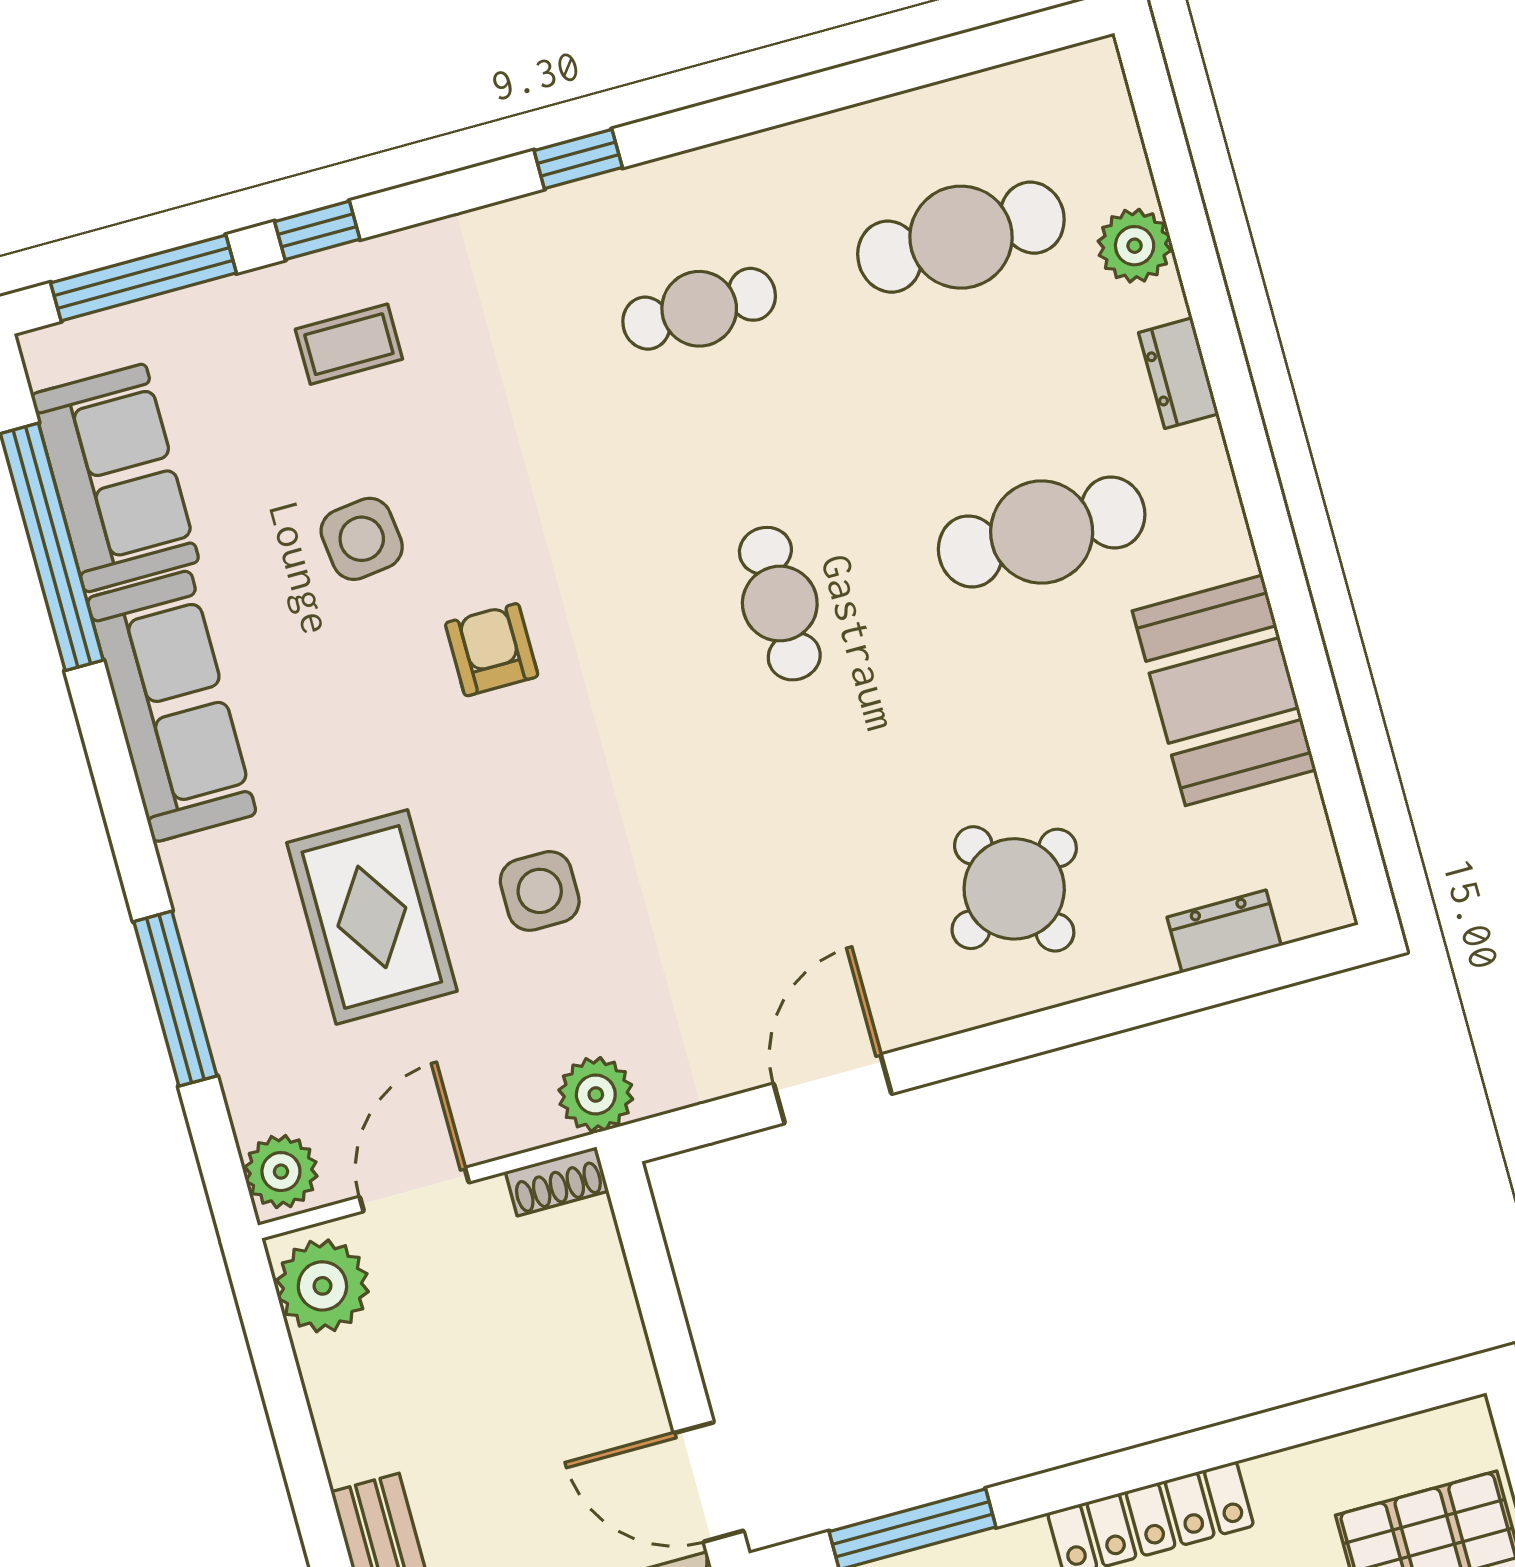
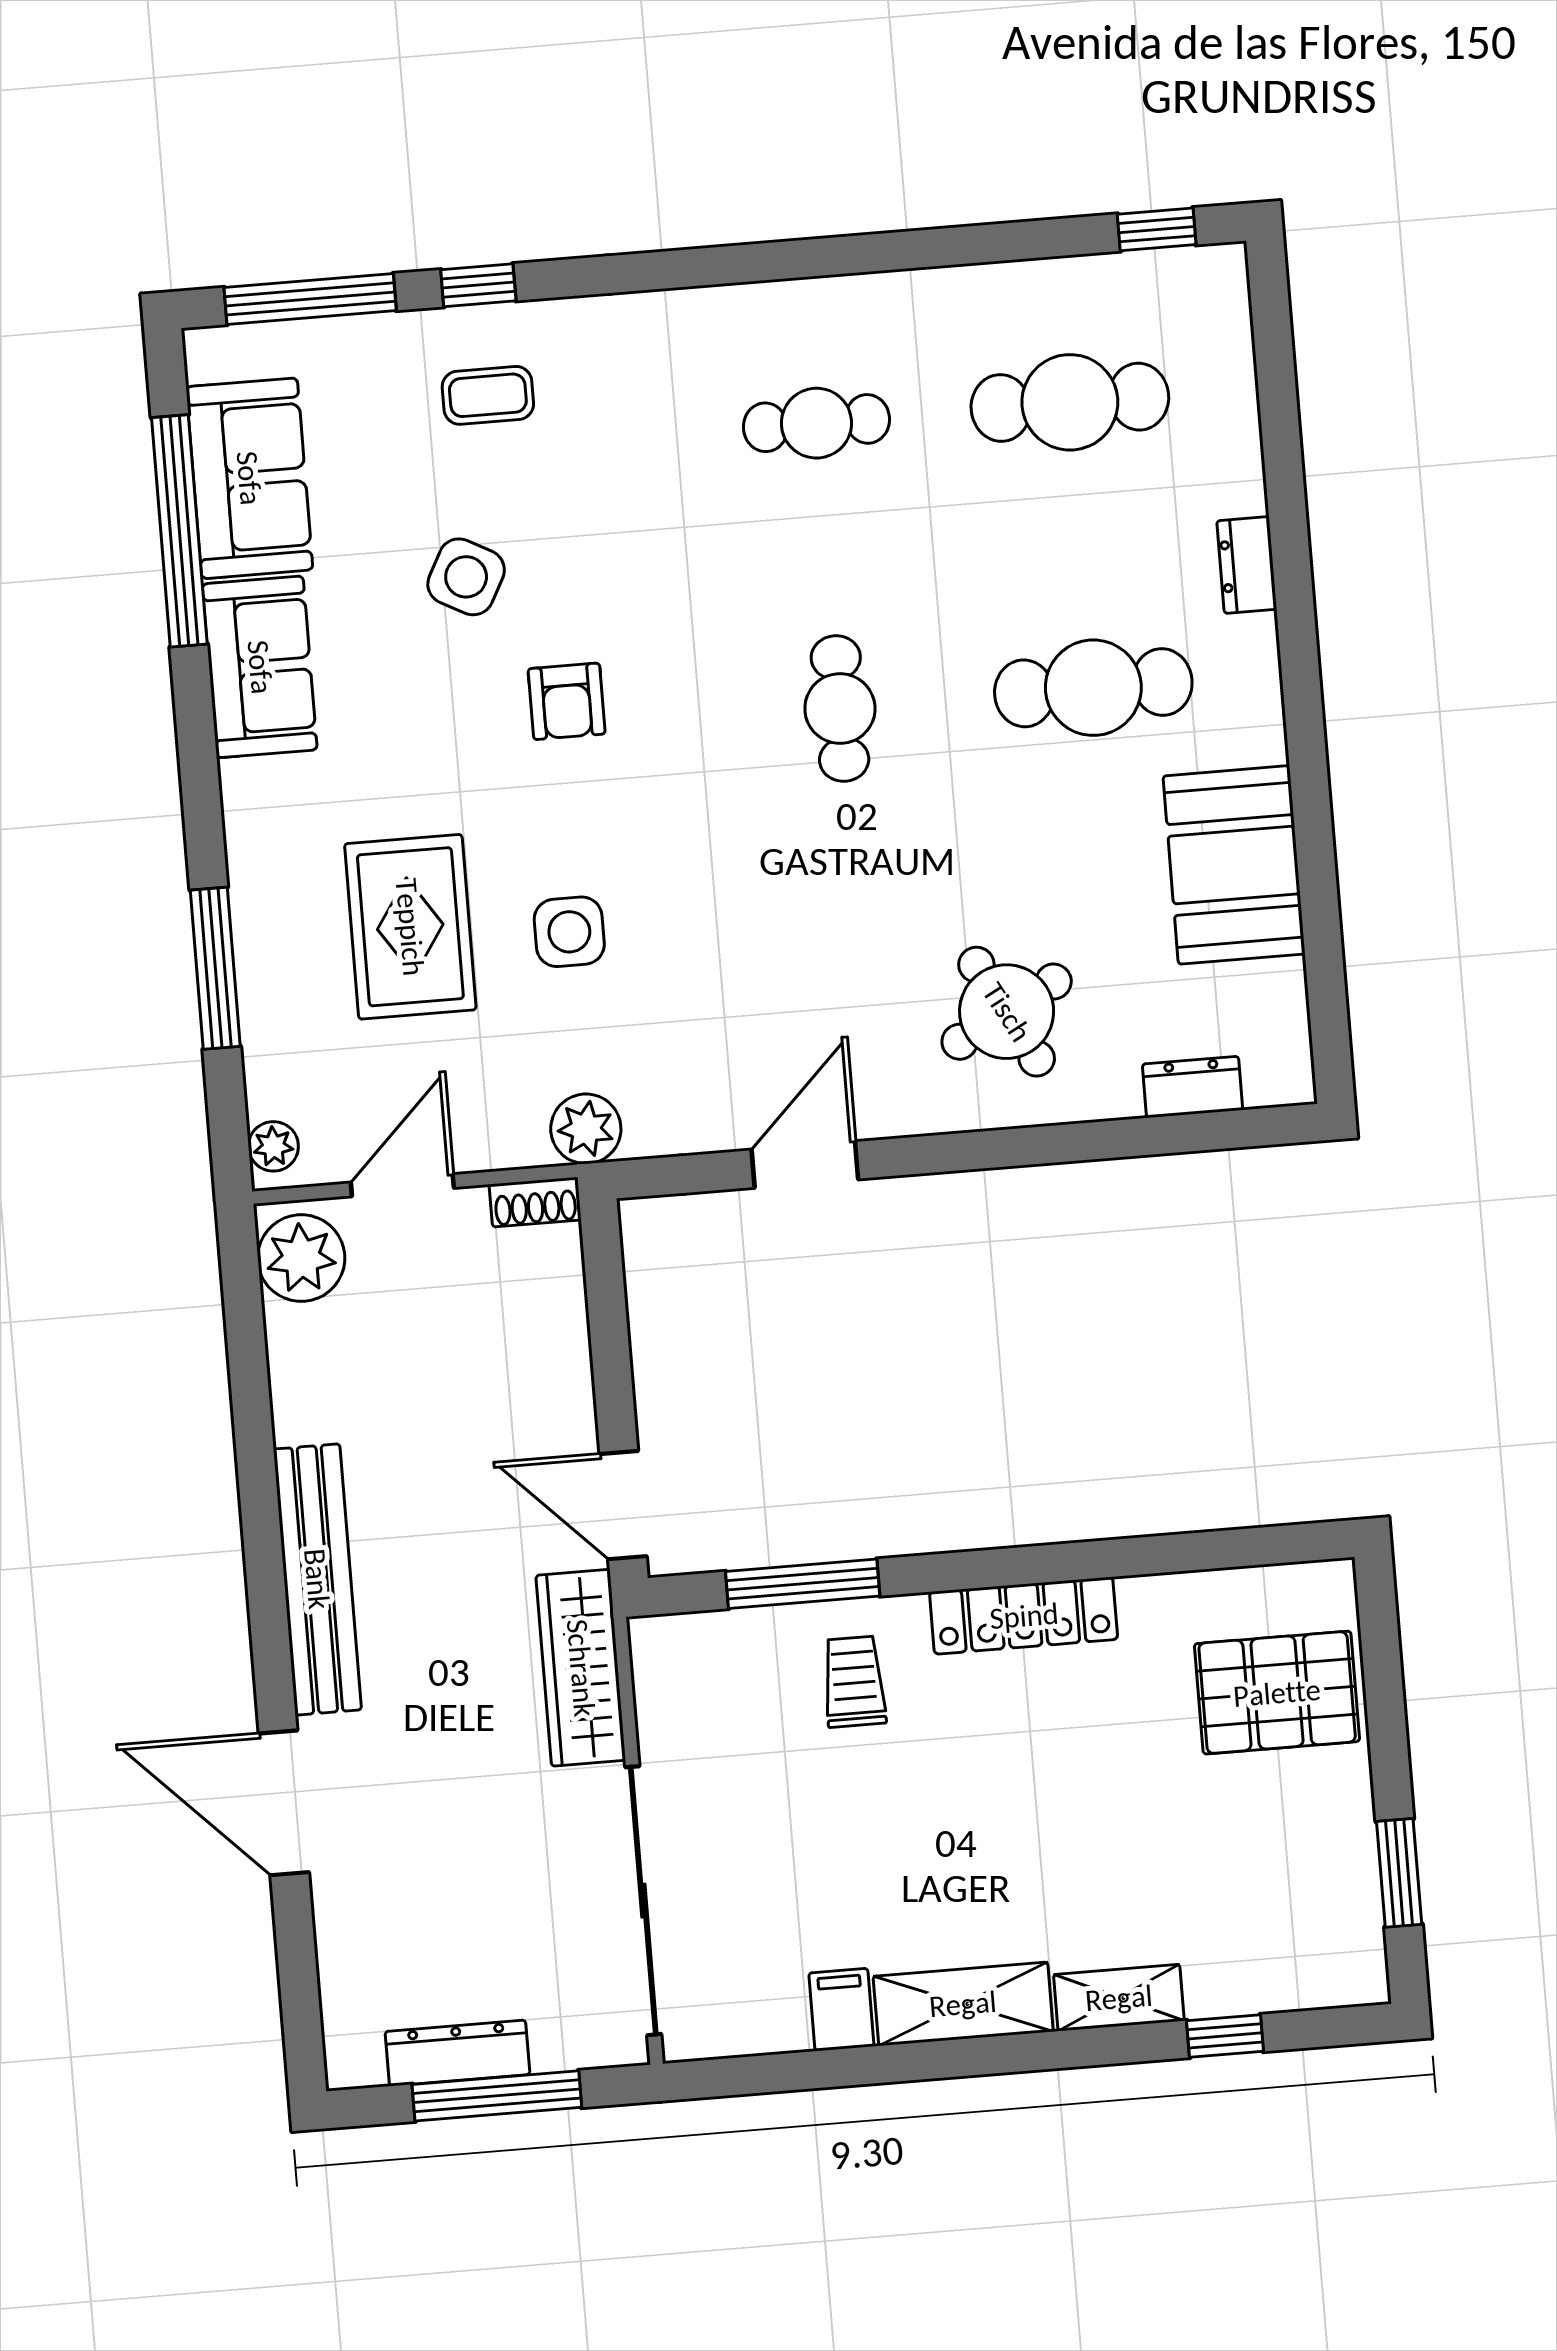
window: (578, 159) -> (1157, 229), moved
plant: (1135, 246) -> (1228, 440), removed
side table: (362, 539) -> (466, 577), turned 35
armchair: (492, 650) -> (567, 701), turned 180
sofa: (172, 706) -> (260, 667), width x0.73
plant: (281, 1172) -> (273, 1146), width x0.73, depth x0.73

